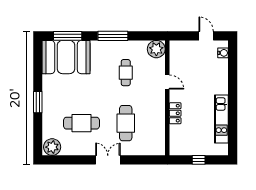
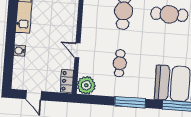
water cooler: (223, 53) -> (19, 51), moved
locker: (175, 113) -> (67, 81), moved

